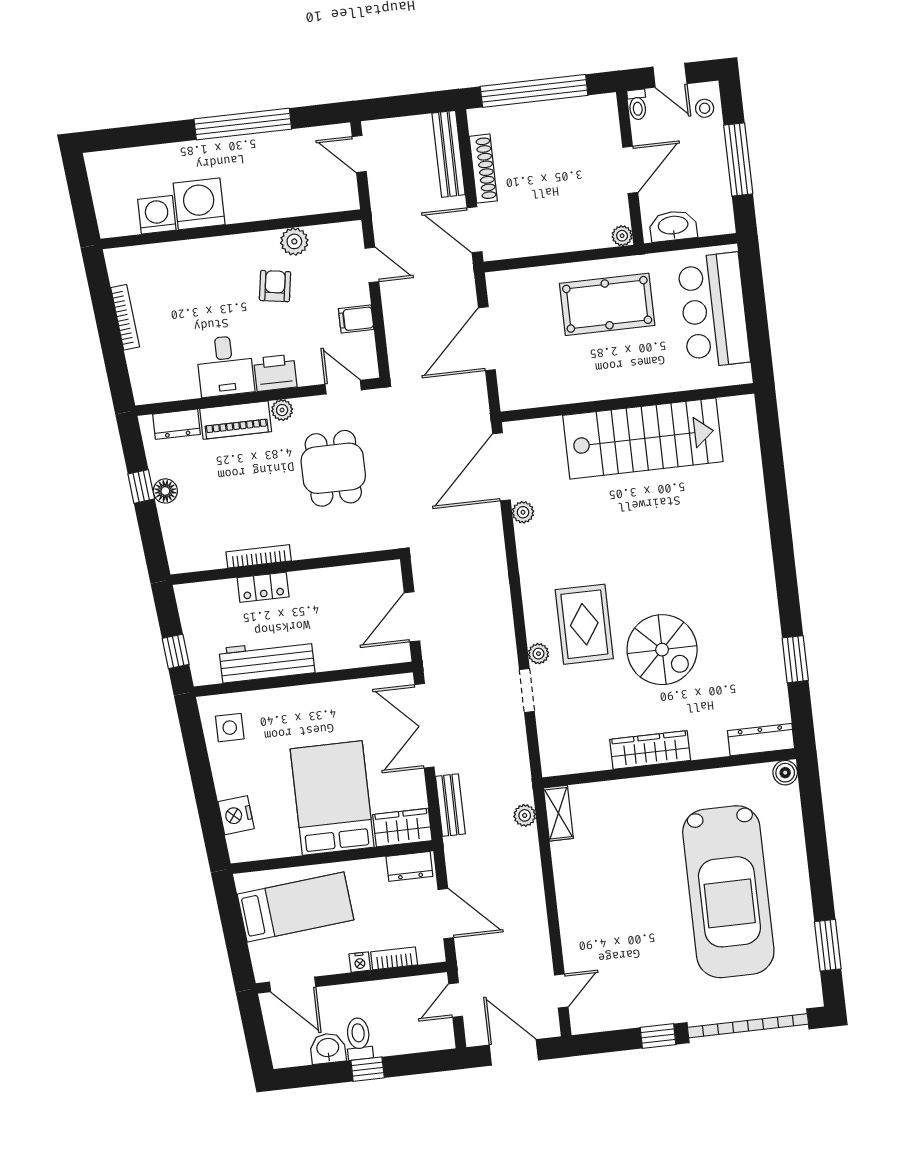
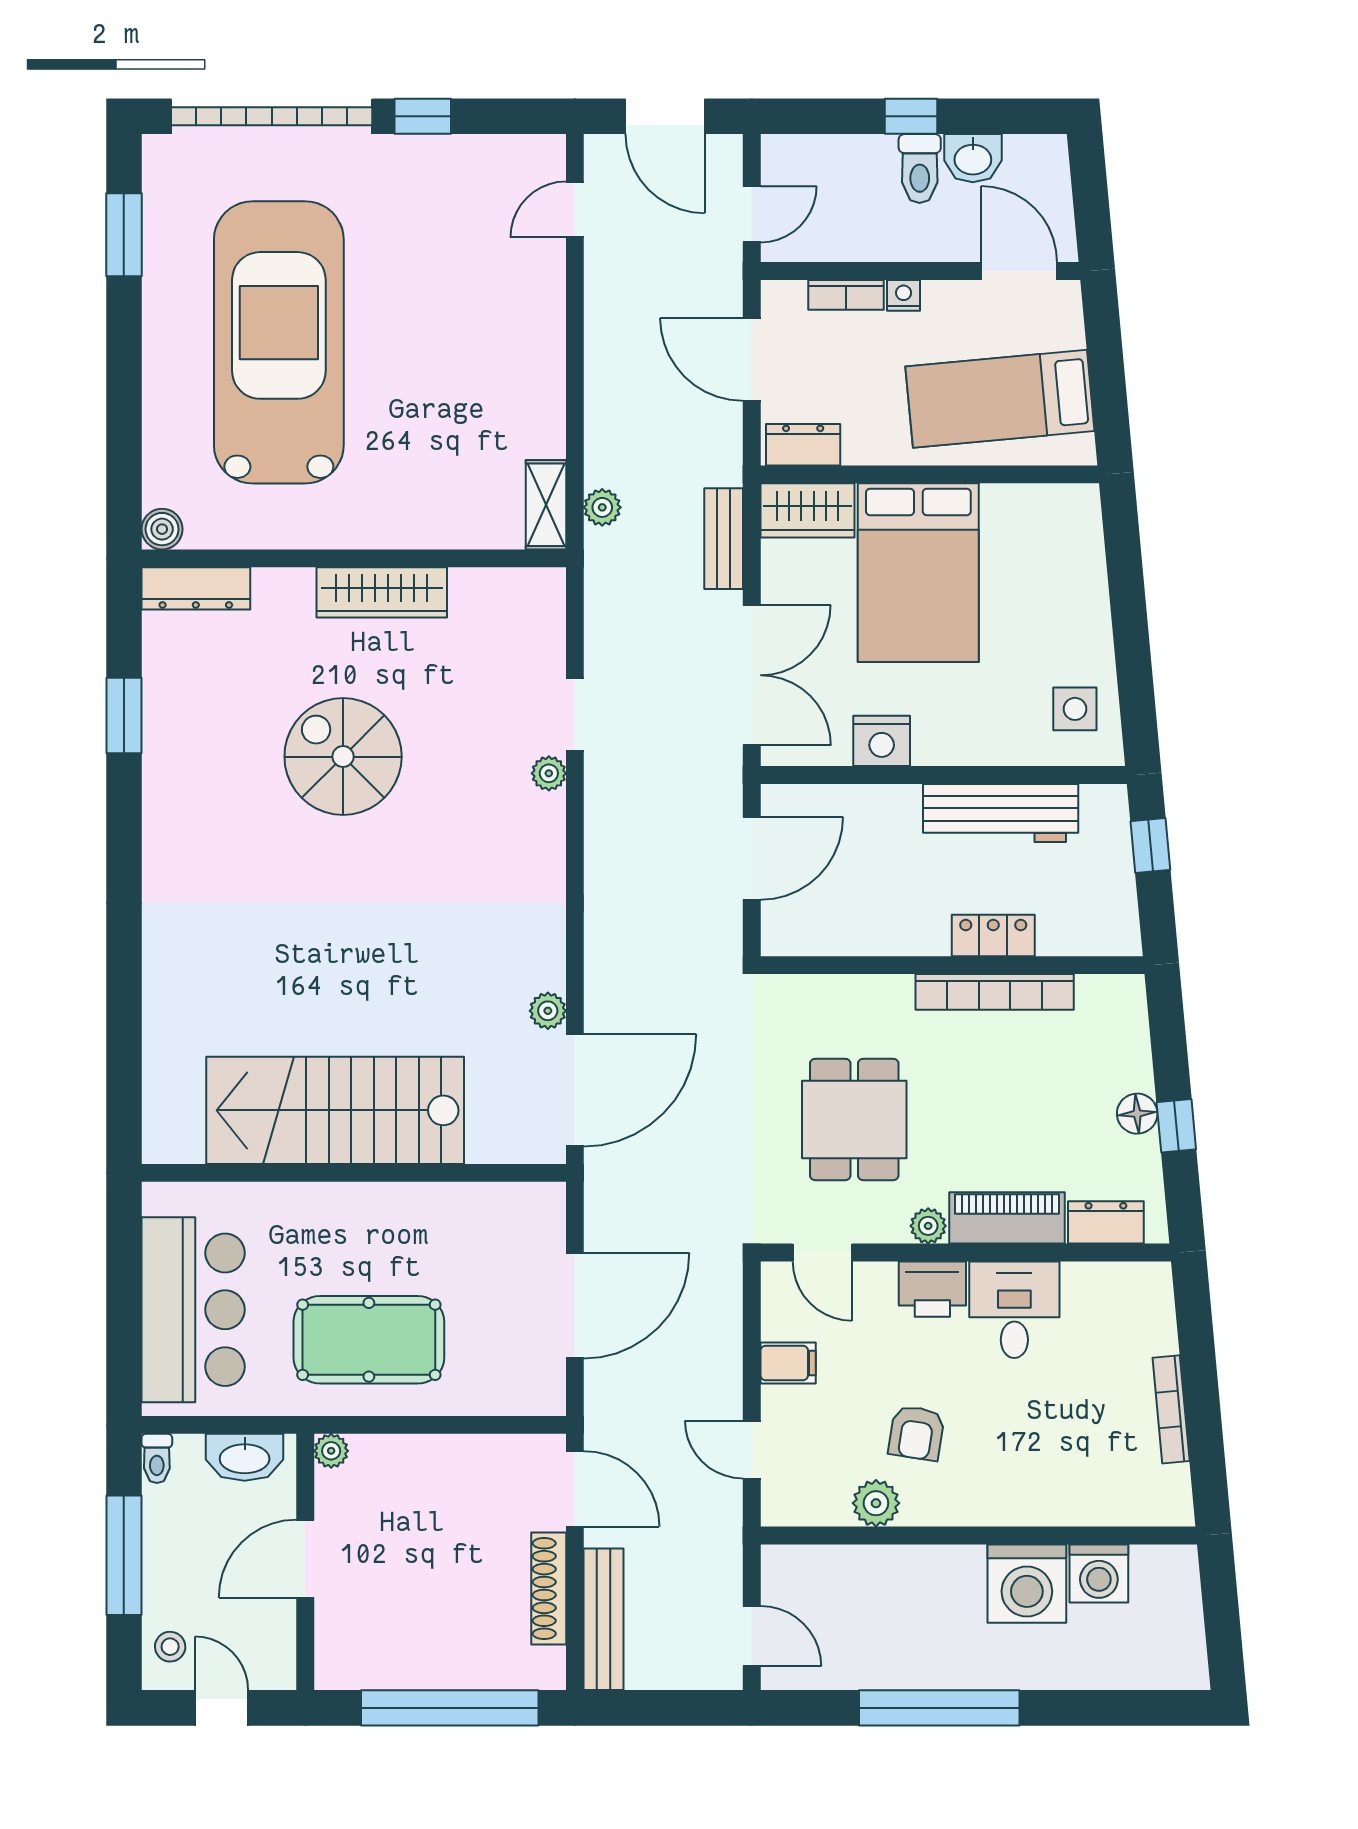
toilet: (637, 105) -> (157, 1458), moved, turned 180
bookcase: (259, 556) -> (995, 992), width x1.48, depth x1.31
rug: (584, 624) -> (467, 813), removed
nightstand: (236, 815) -> (882, 741), moved, turned 95

